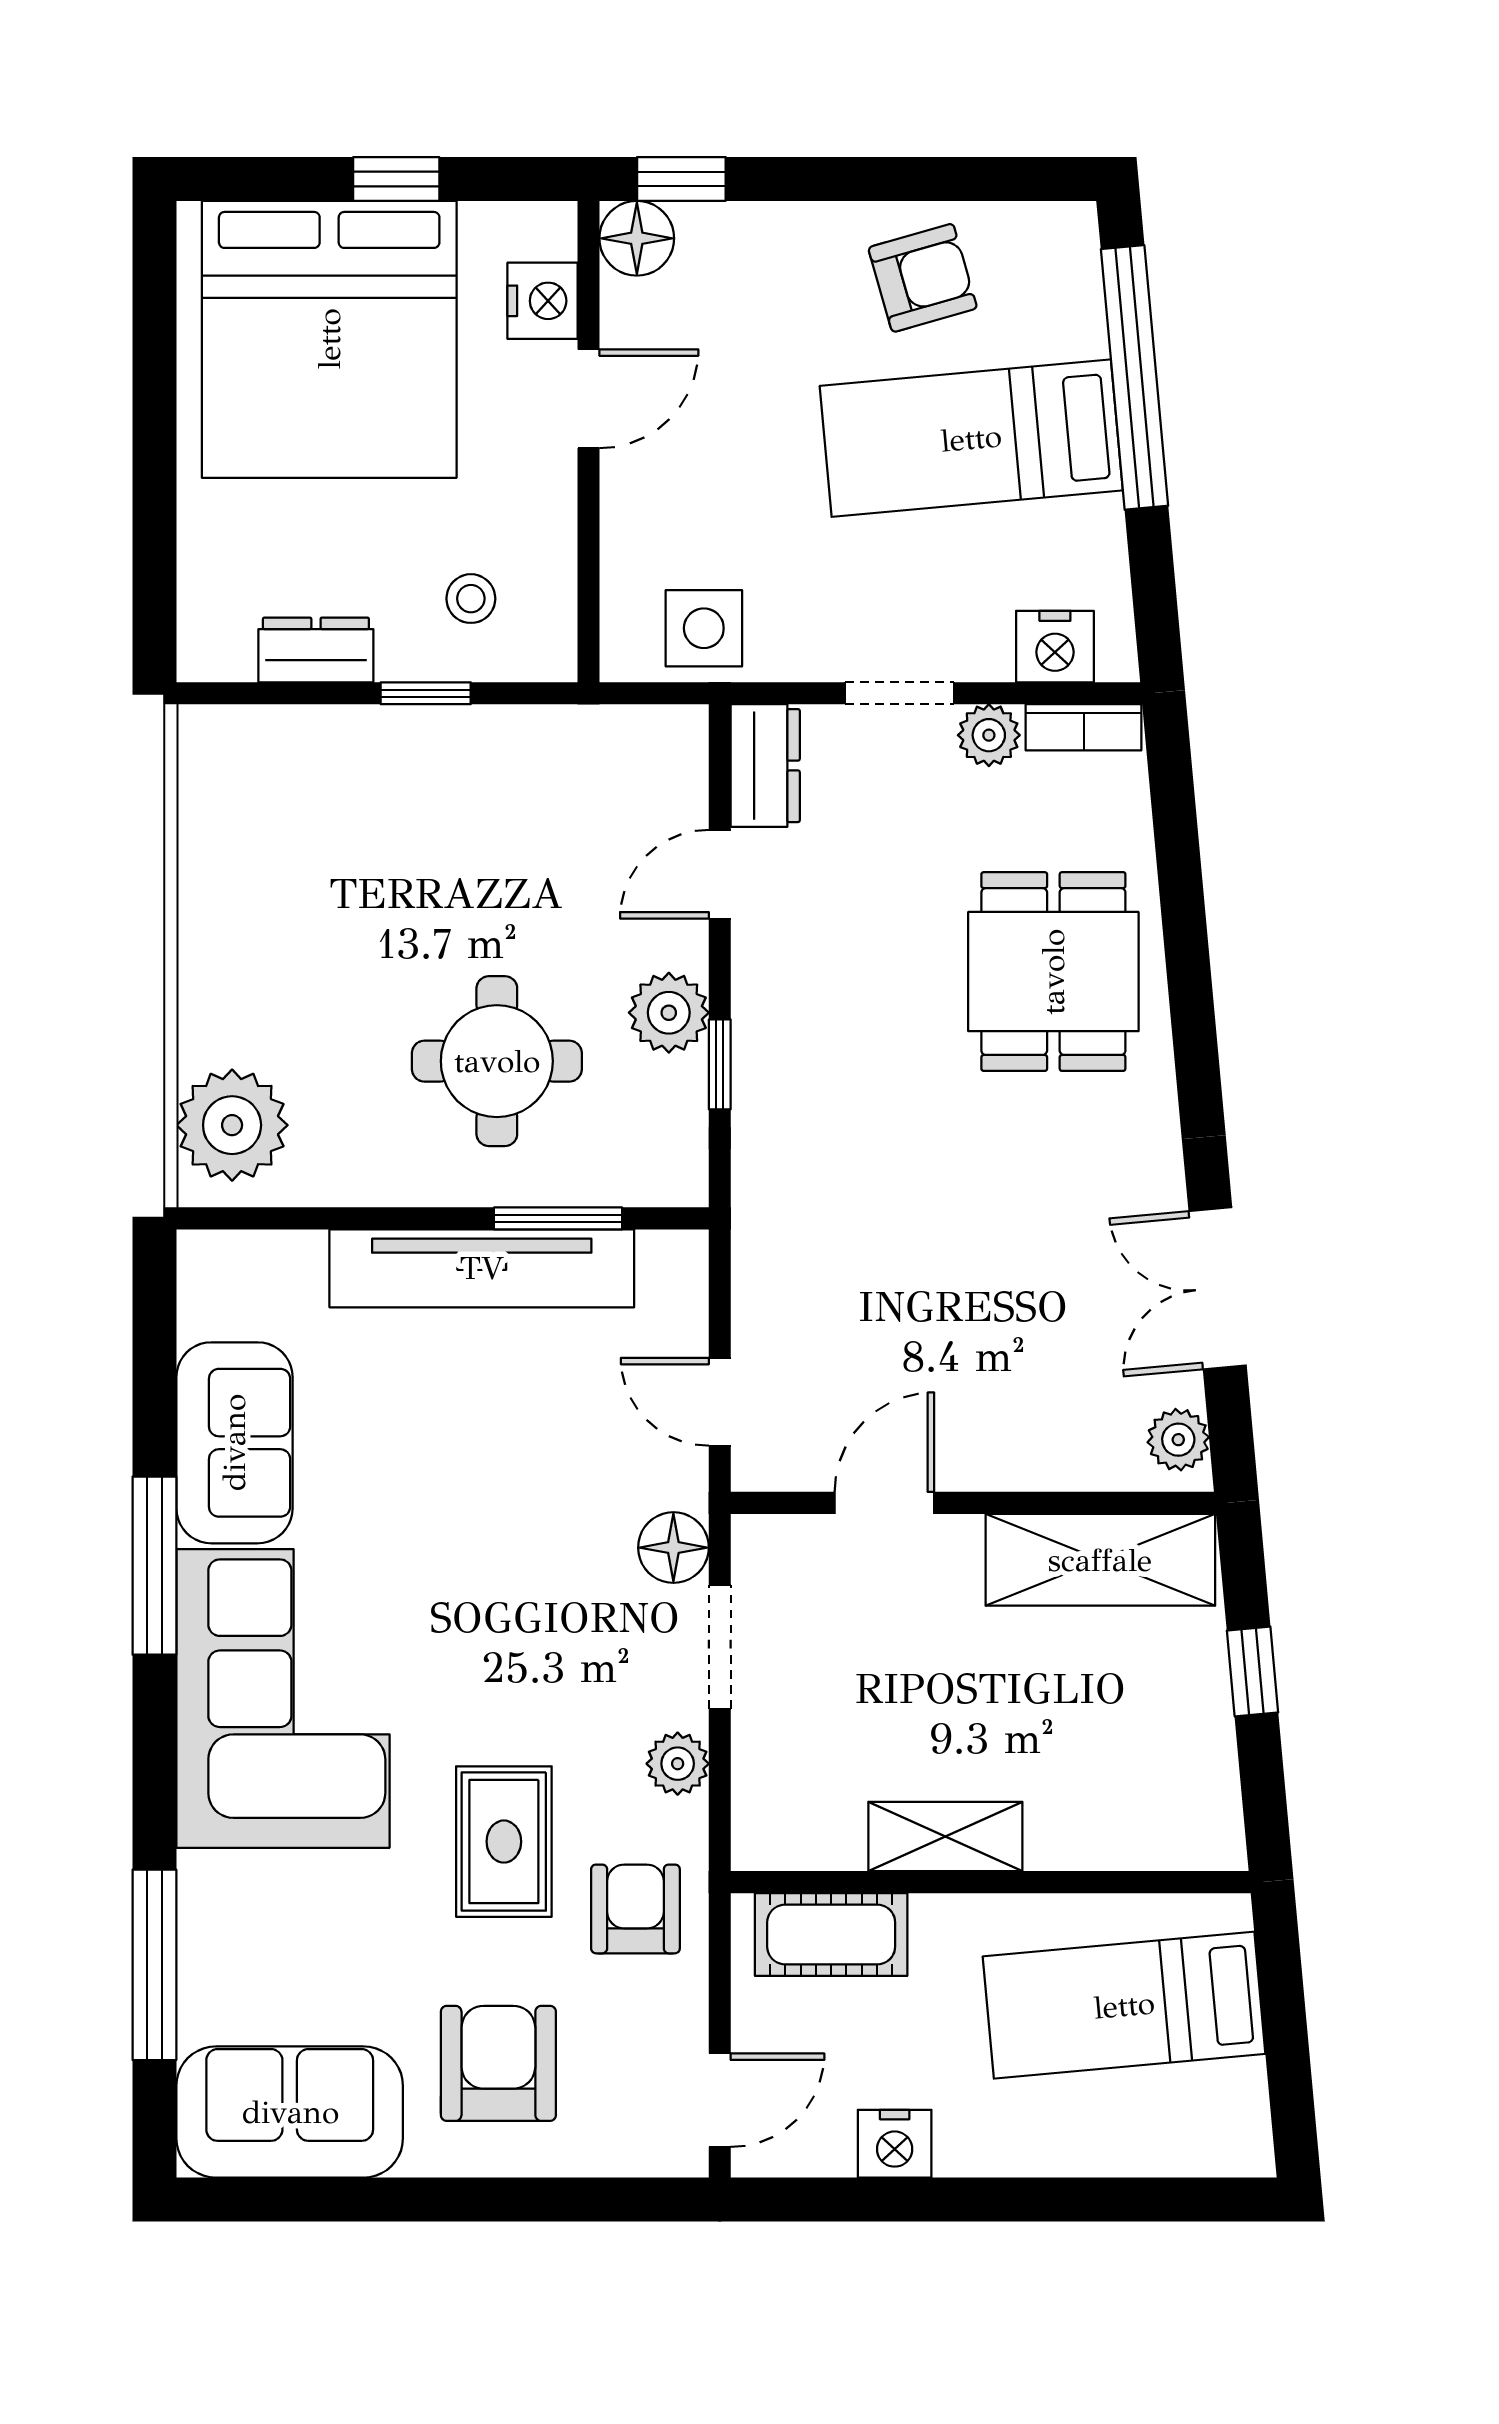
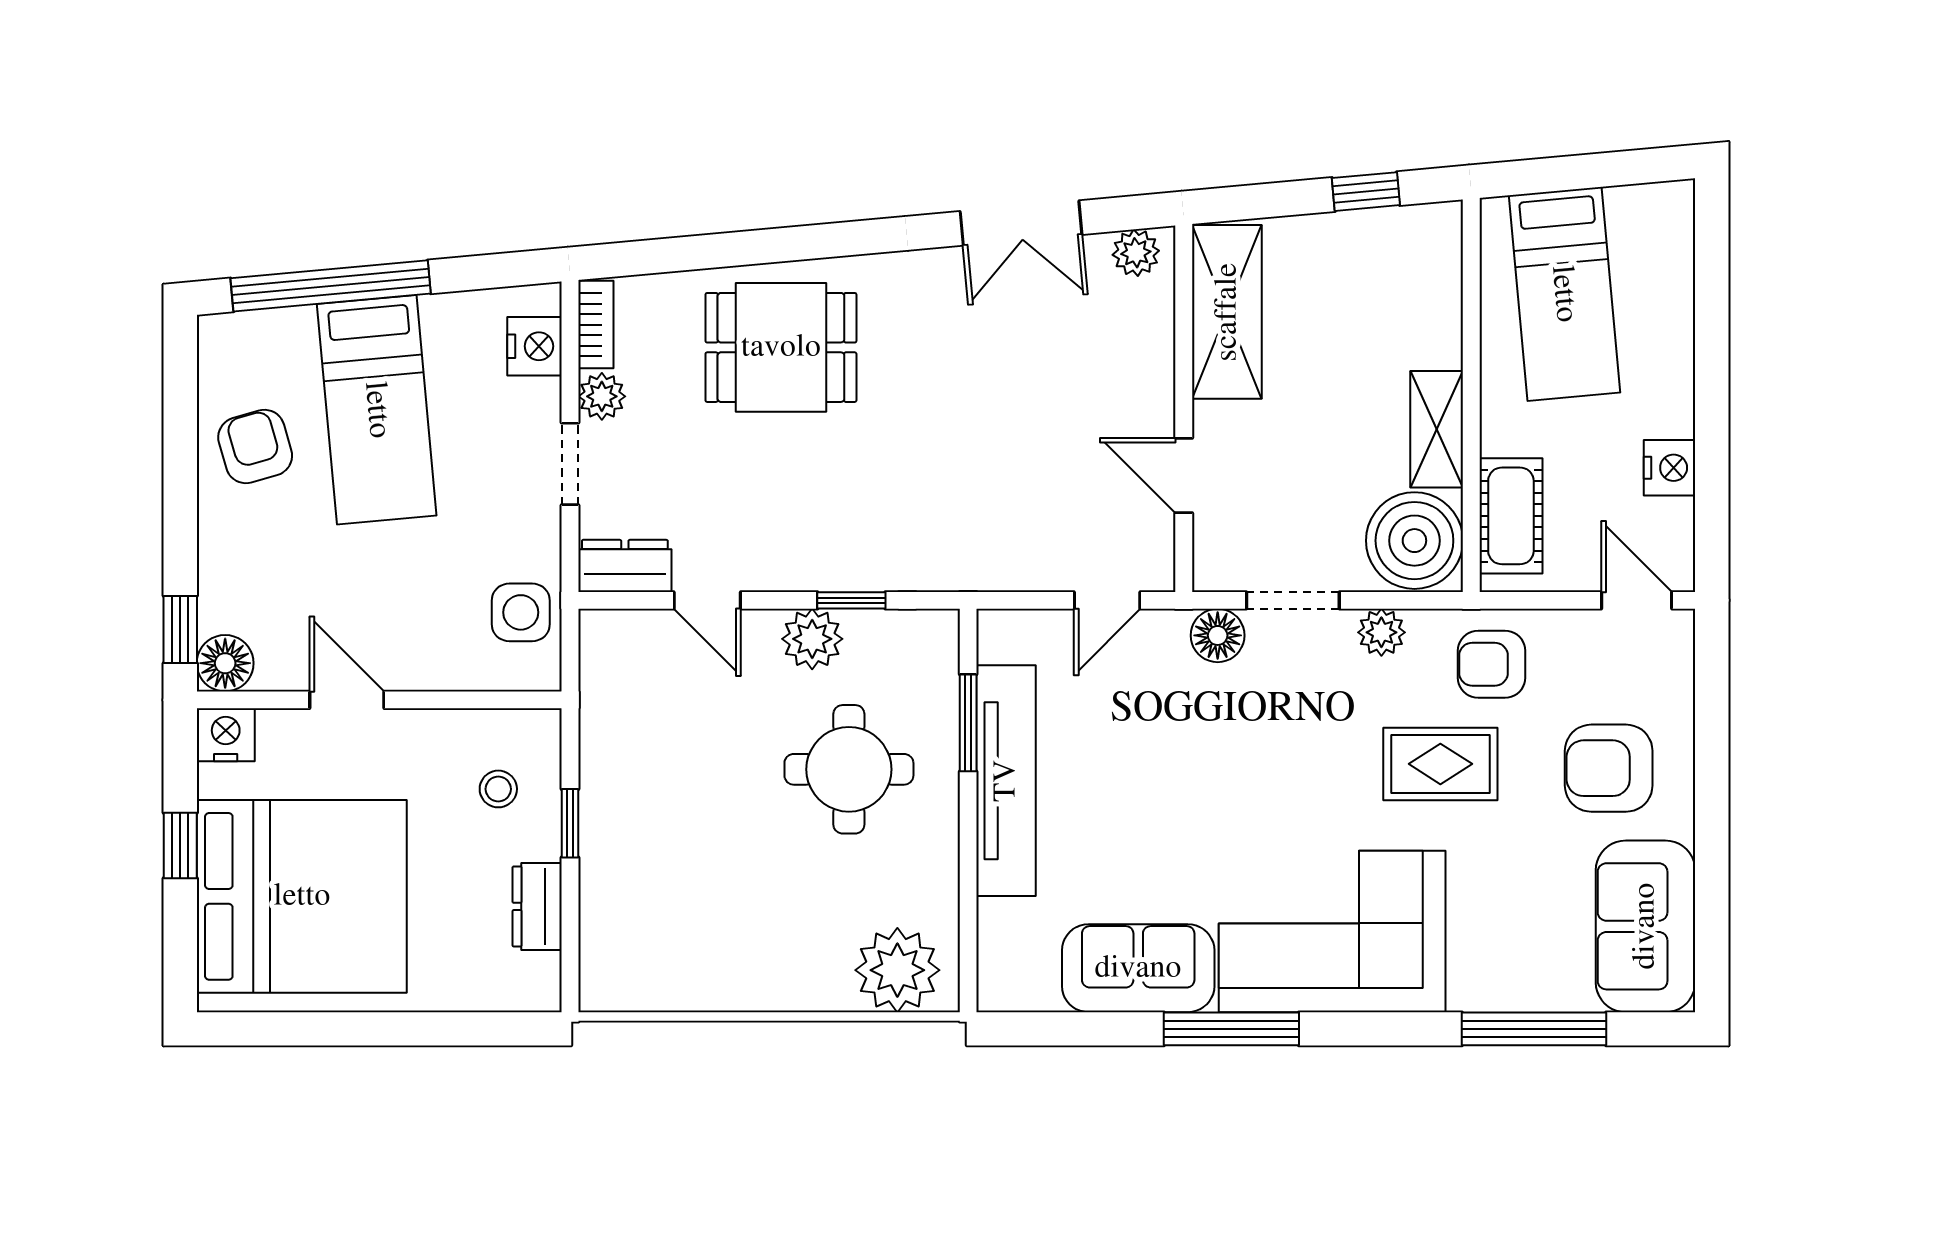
nightstand: (542, 301) -> (226, 735), moved
window: (1253, 1672) -> (1366, 192), moved
boiler: (799, 1807) -> (1414, 541), added

